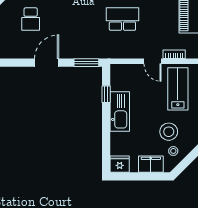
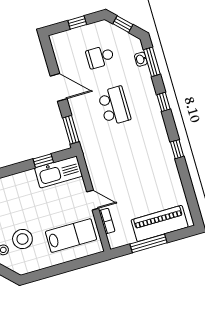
school desk: (122, 19) -> (114, 106), moved
door: (153, 61) -> (93, 200), swing flipped
kitchen sink: (120, 111) -> (58, 172), moved

